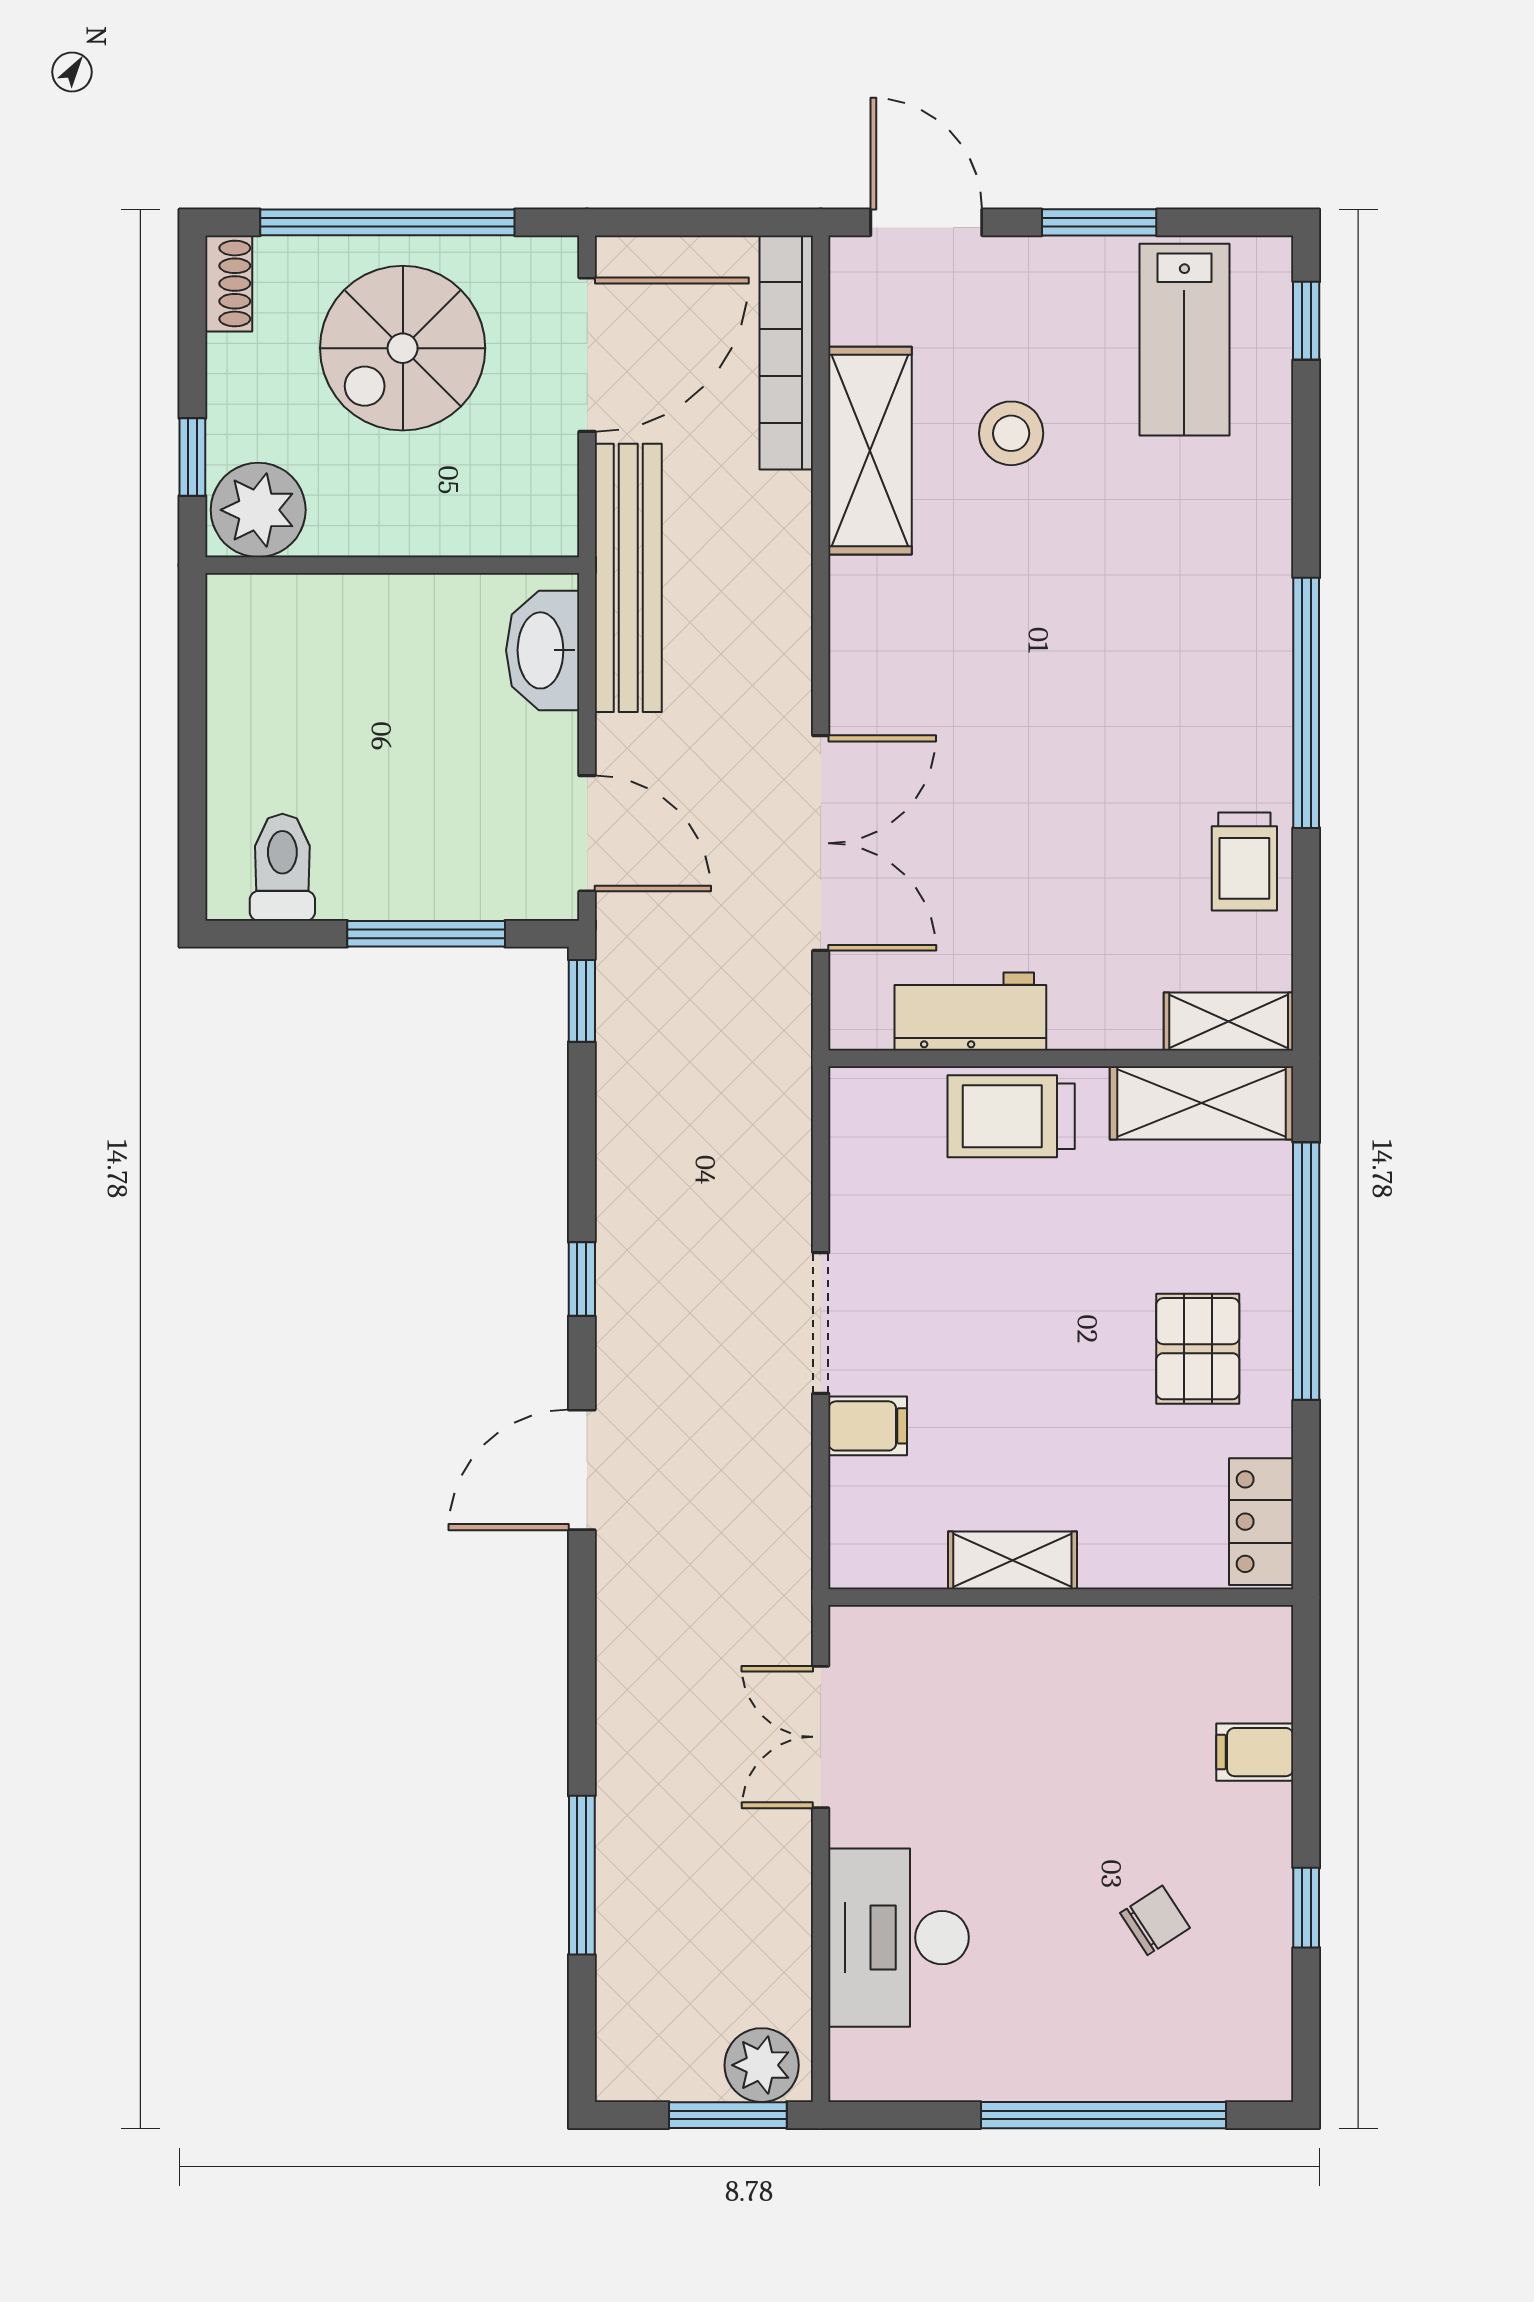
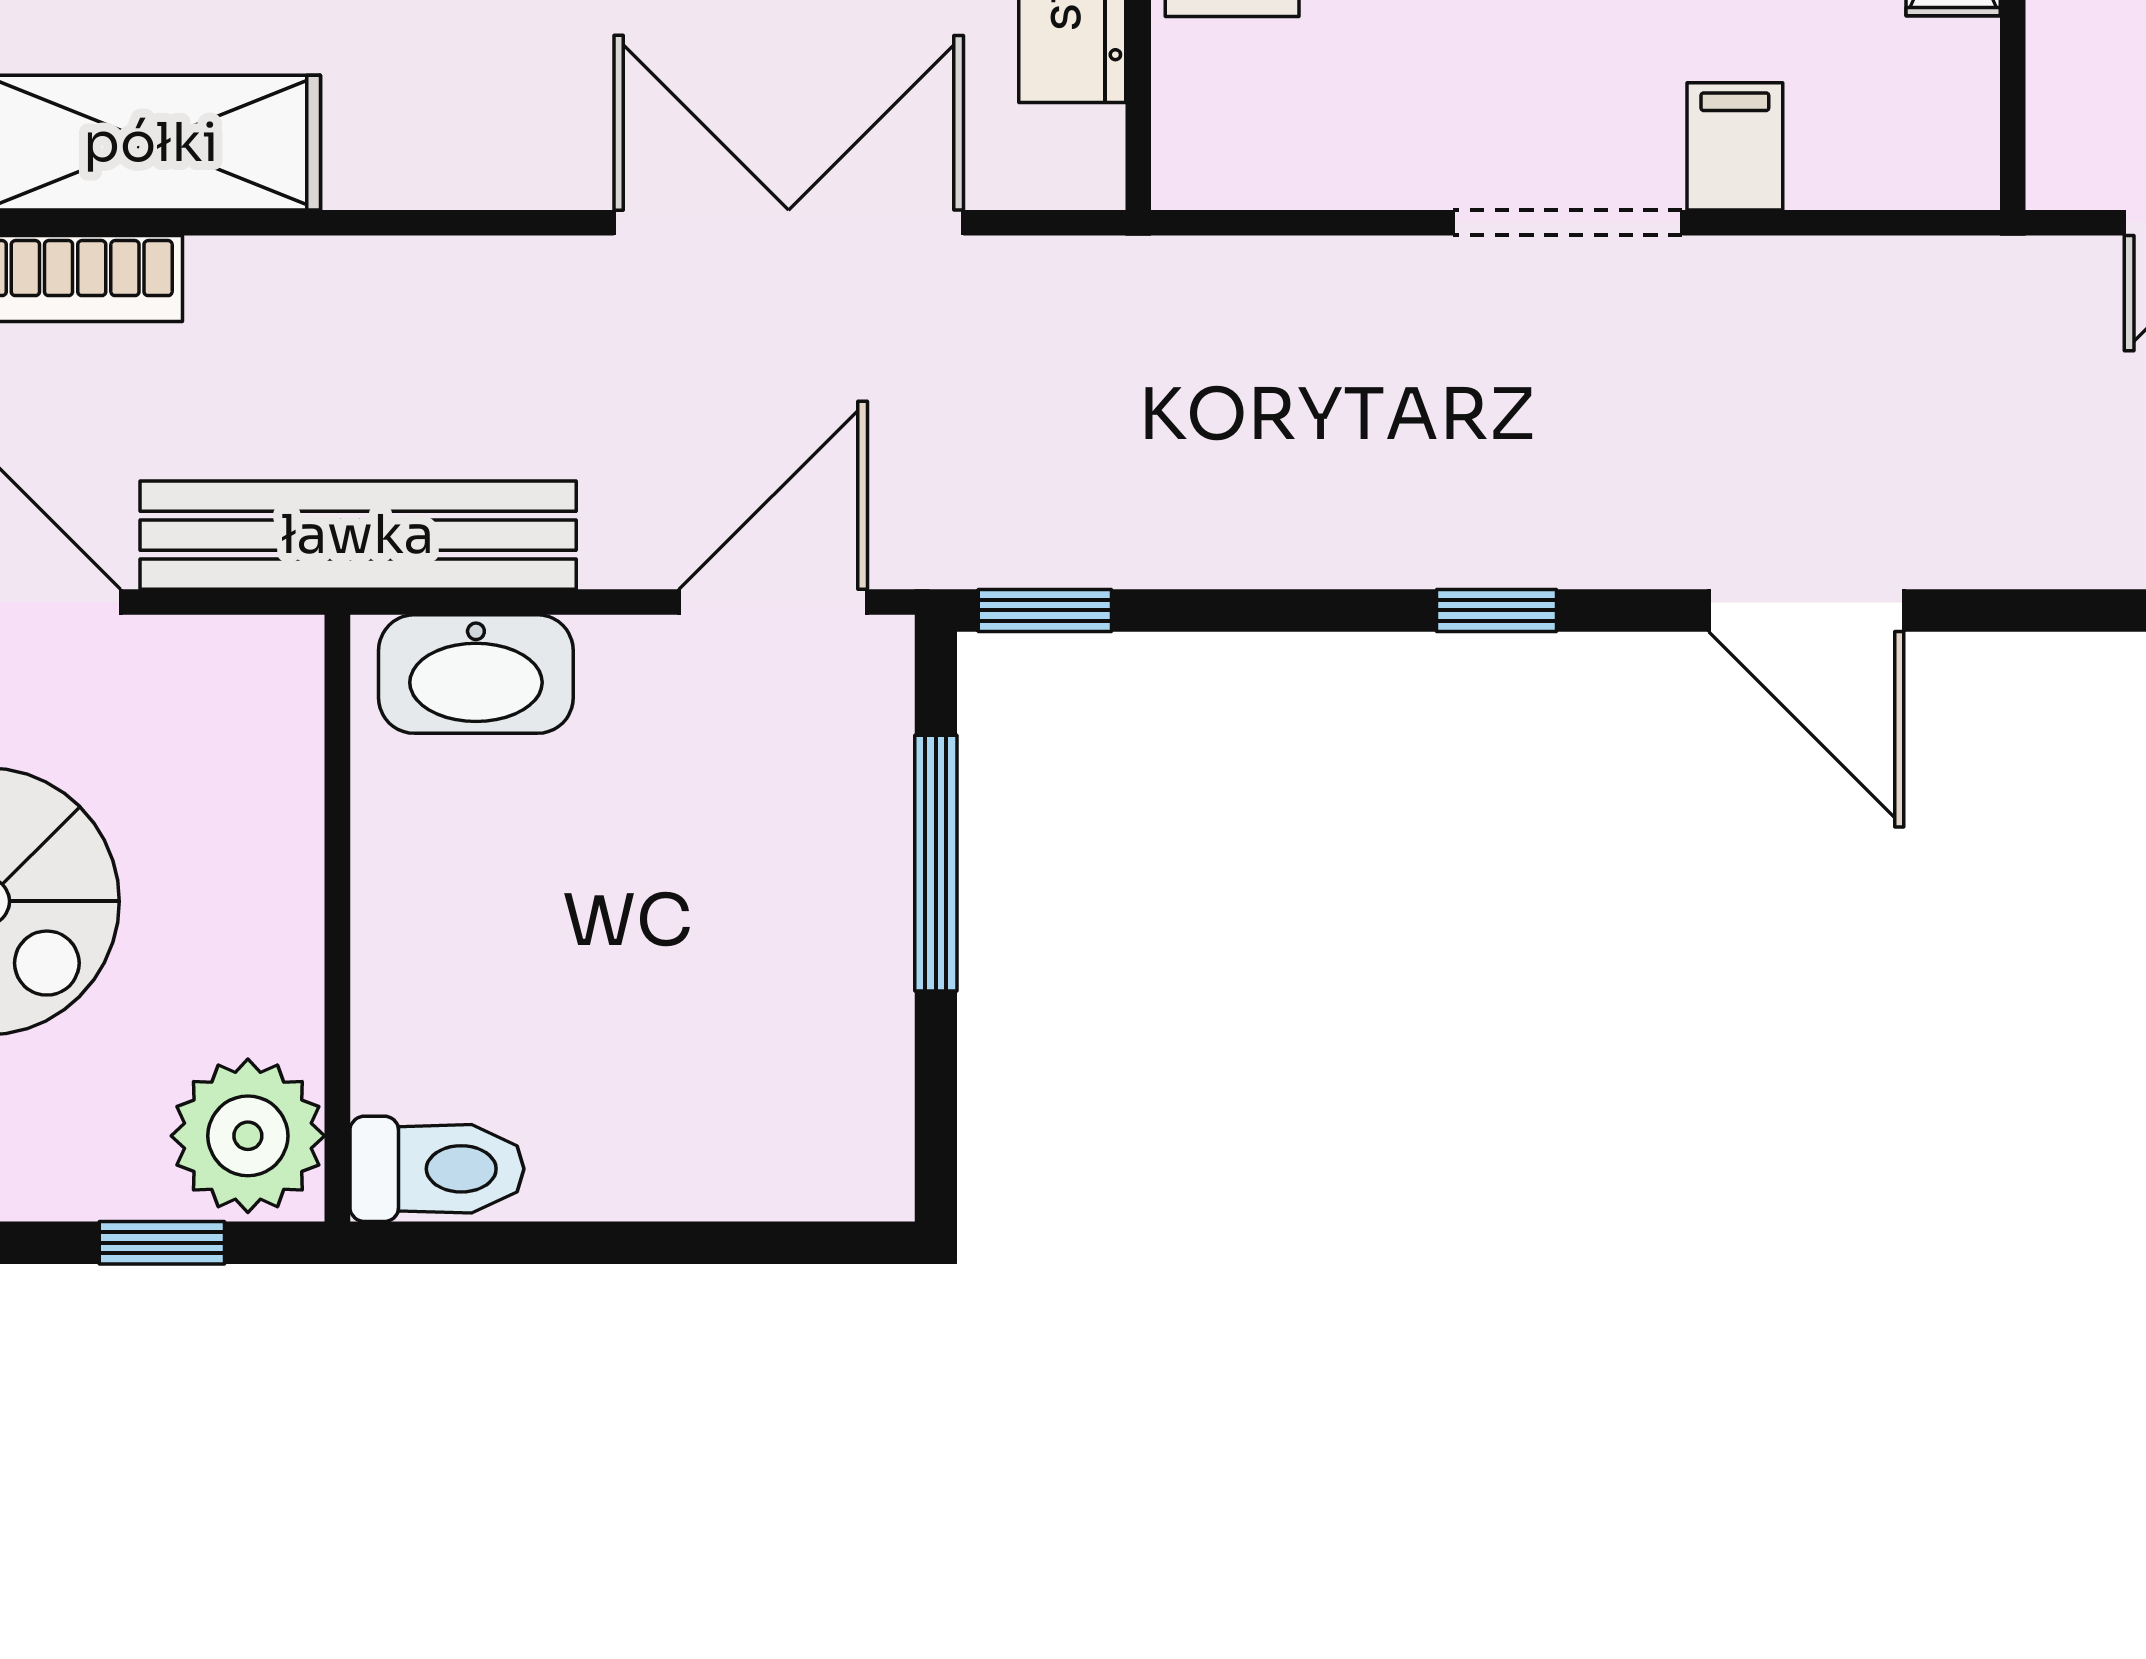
toilet: (282, 867) -> (437, 1169), moved, turned 180

